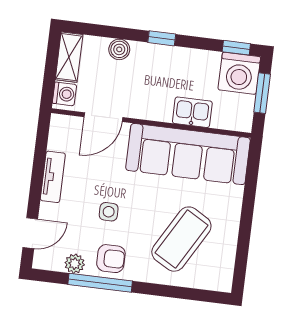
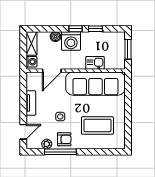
window: (236, 48) -> (95, 29), moved
washing machine: (239, 73) -> (71, 41), moved
coffee table: (181, 239) -> (97, 125), turned 60

